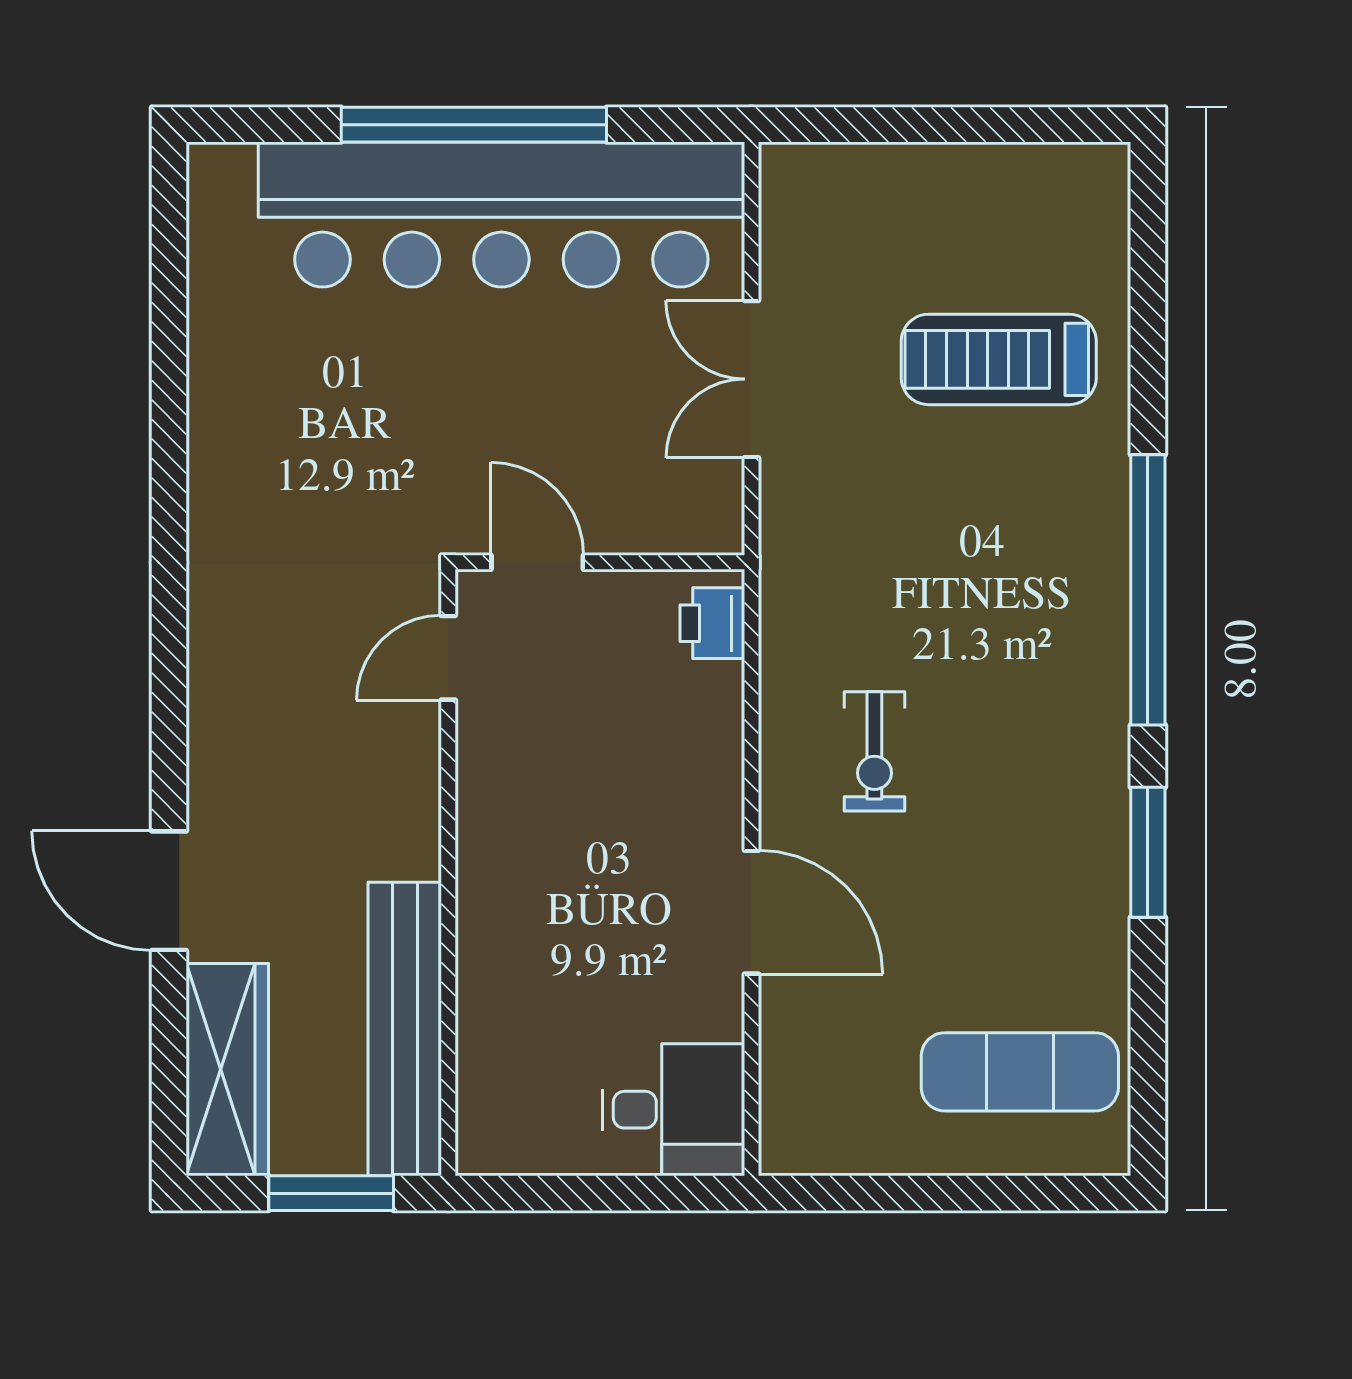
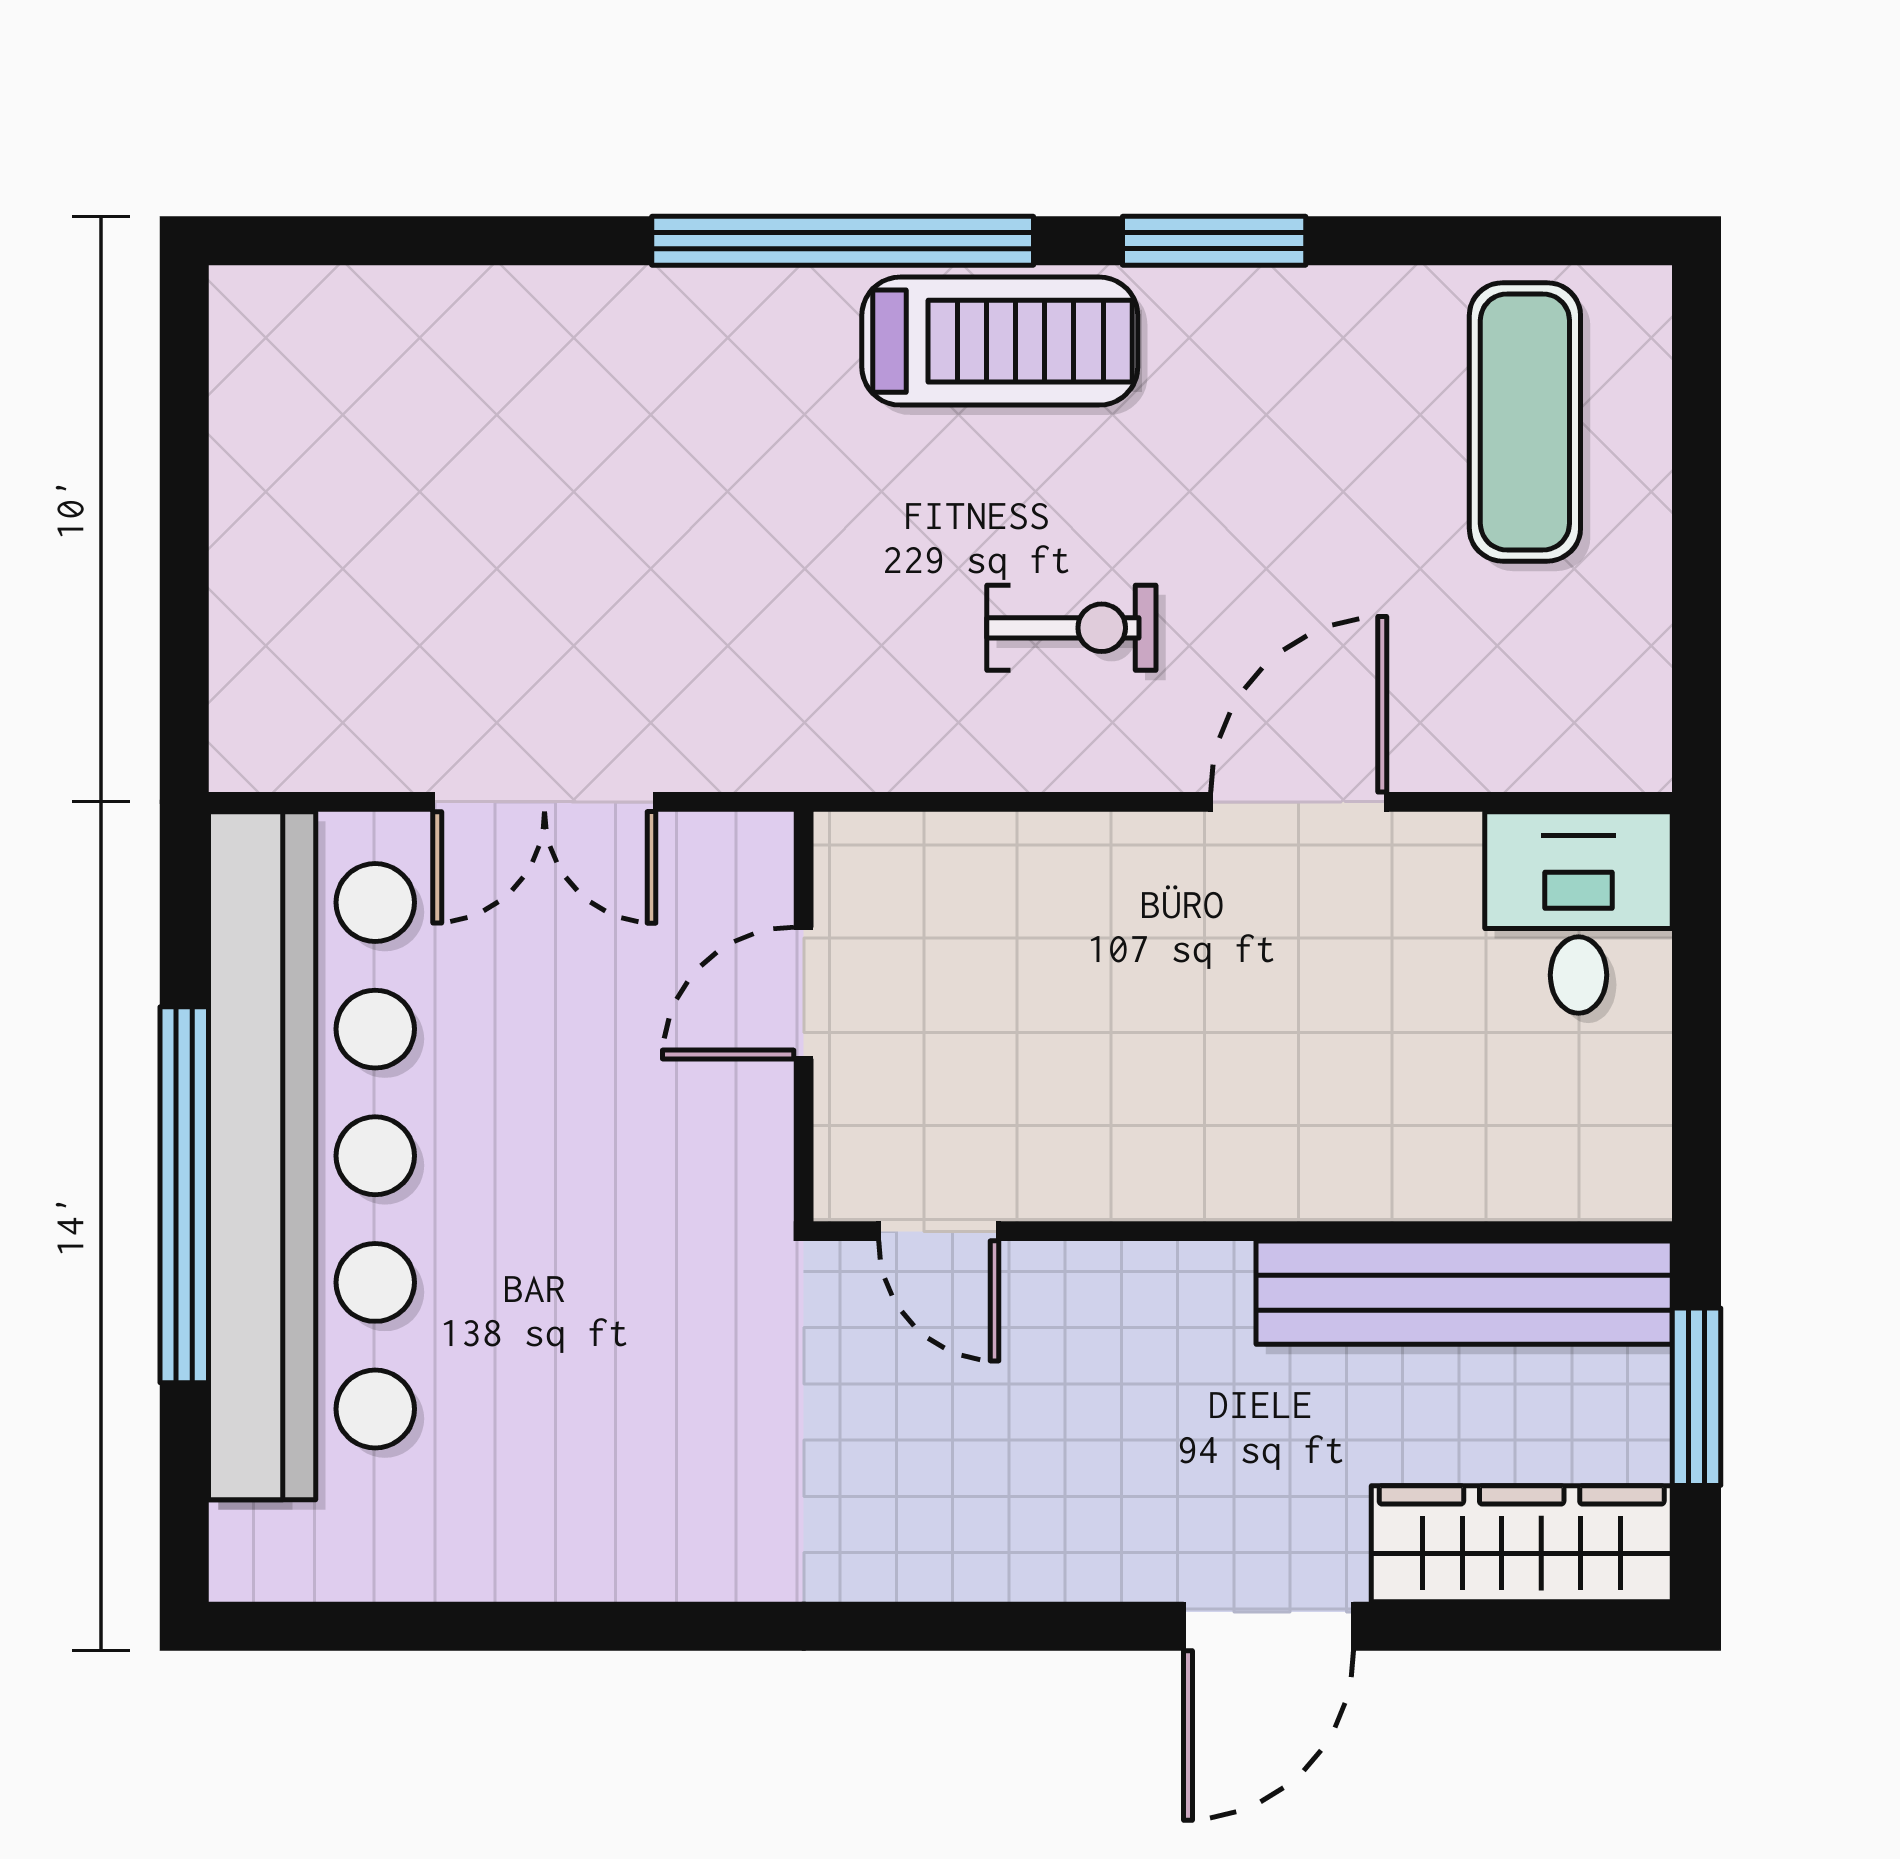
treadmill: (999, 359) -> (1000, 341), moved, turned -90
door: (537, 562) -> (804, 993), moved
printer: (712, 623) -> (890, 857), removed

